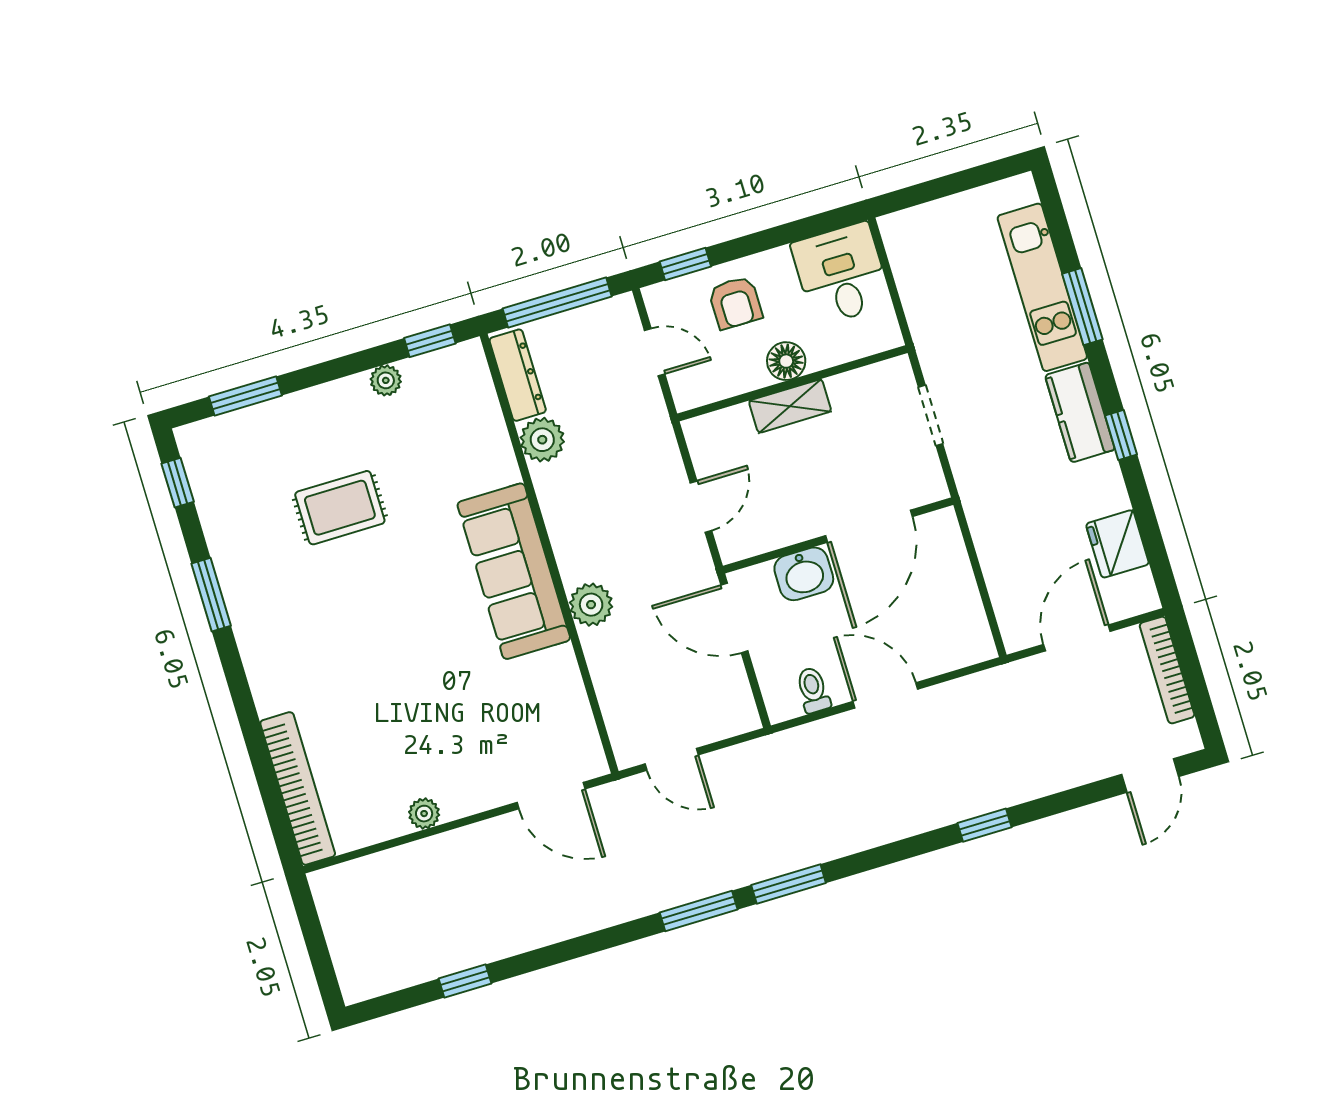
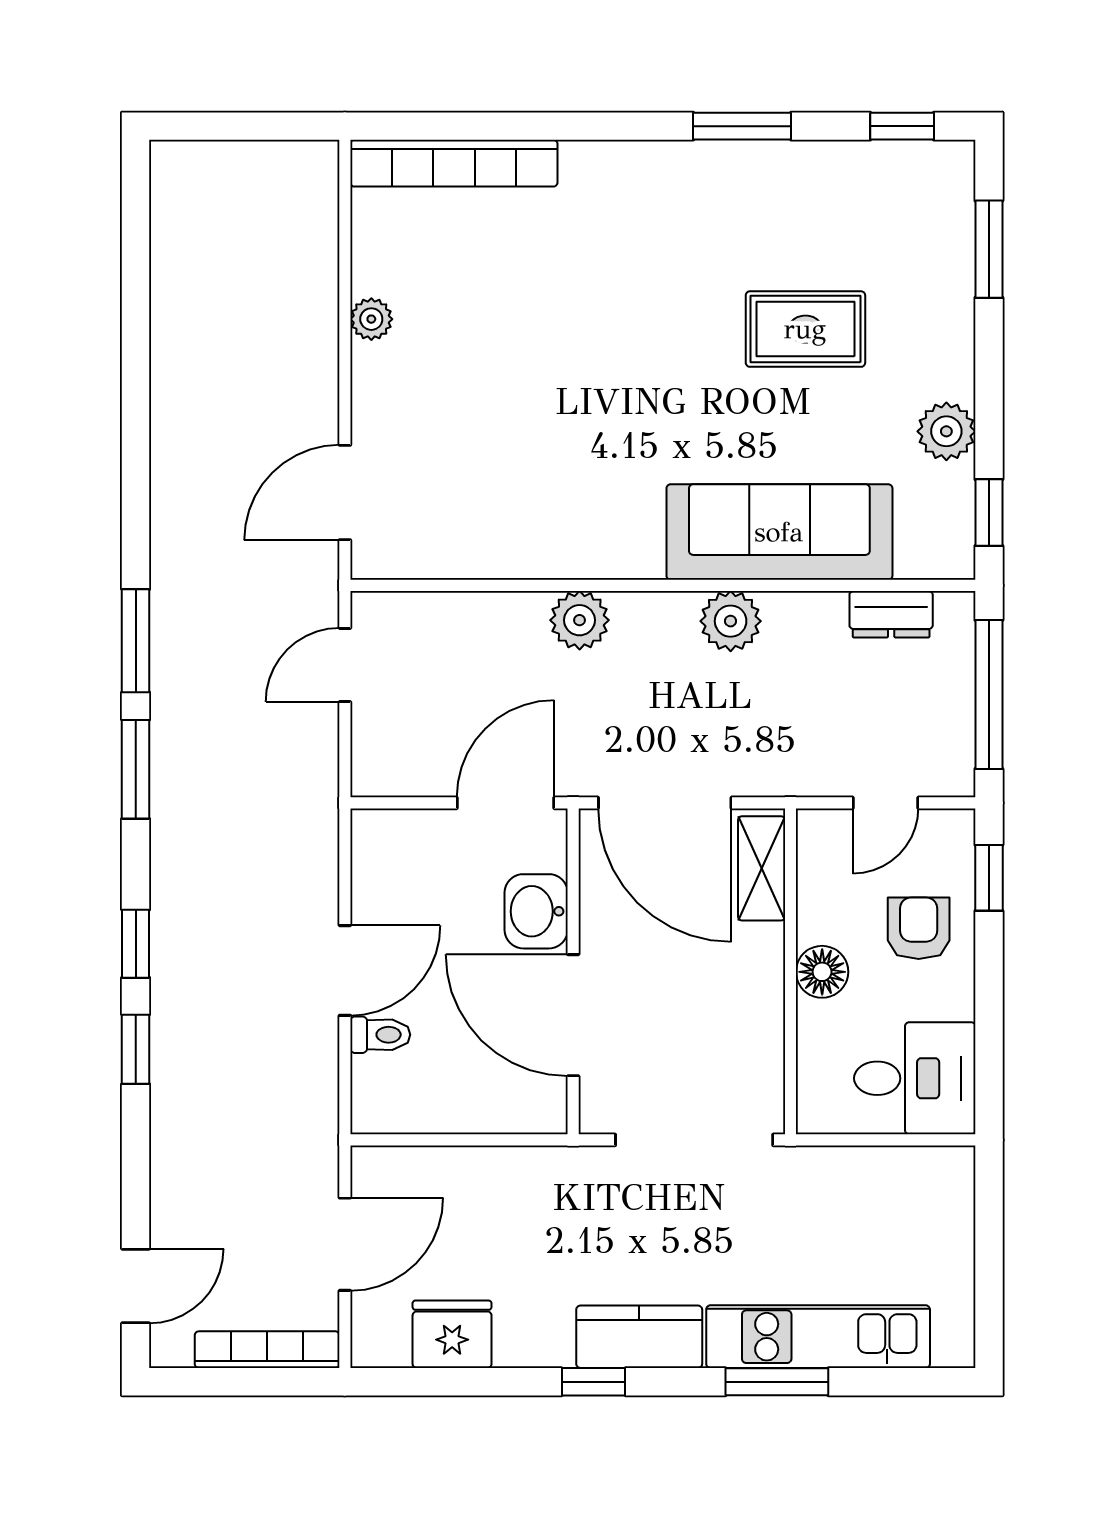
armchair: (735, 303) -> (919, 928), turned 90
dresser: (518, 375) -> (891, 614), width x0.70
plant: (386, 380) -> (946, 431), width x1.38, depth x1.38
shelving: (790, 406) -> (762, 868), moved
doorway: (931, 415) -> (694, 1140), width x1.87
plant: (542, 440) -> (731, 621), moved
door: (701, 507) -> (665, 803), width x1.88
rug: (340, 508) -> (805, 329), turned 90
sofa: (514, 571) -> (779, 532), moved
door: (1077, 638) -> (345, 1244), hinge flipped
toilet: (813, 690) -> (380, 1035), moved
door: (1150, 776) -> (136, 1286), swing flipped
window: (465, 981) -> (136, 944), moved

